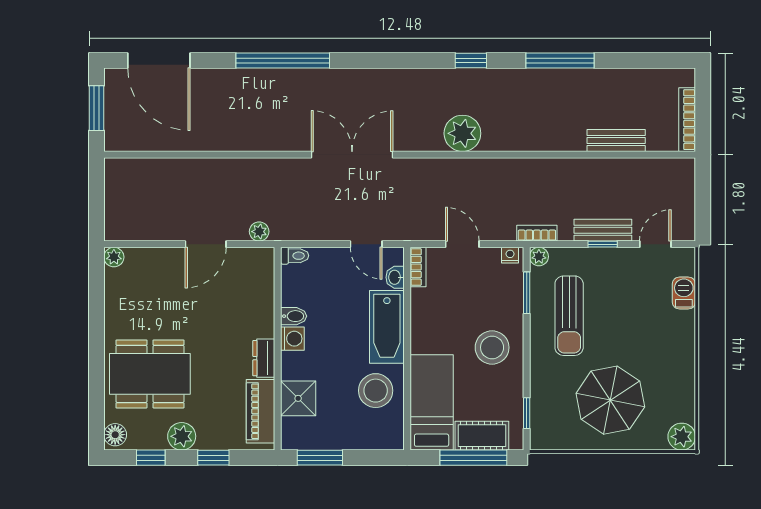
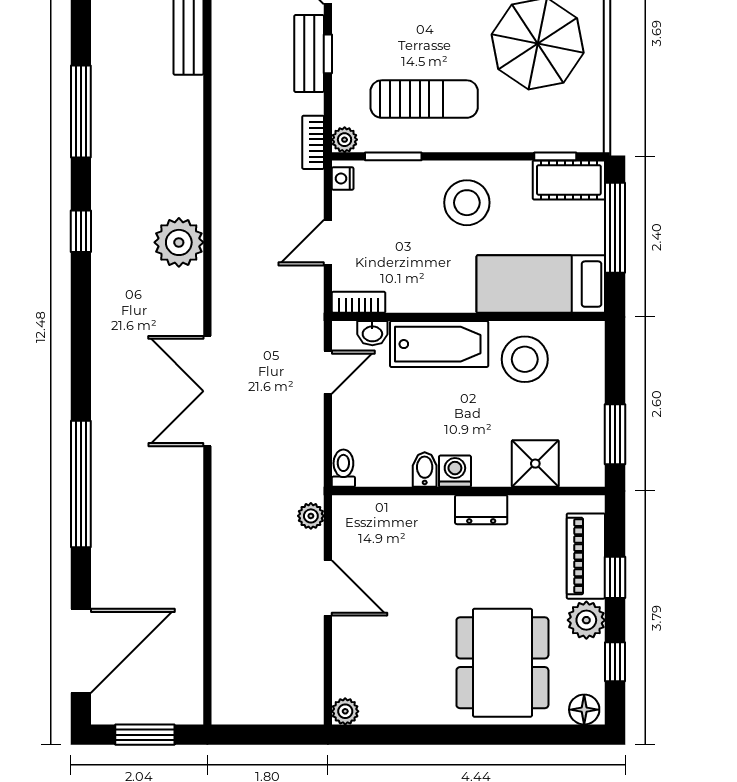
piano: (260, 411) -> (586, 556), moved, turned 90
cot: (482, 436) -> (569, 180), moved, turned 90

